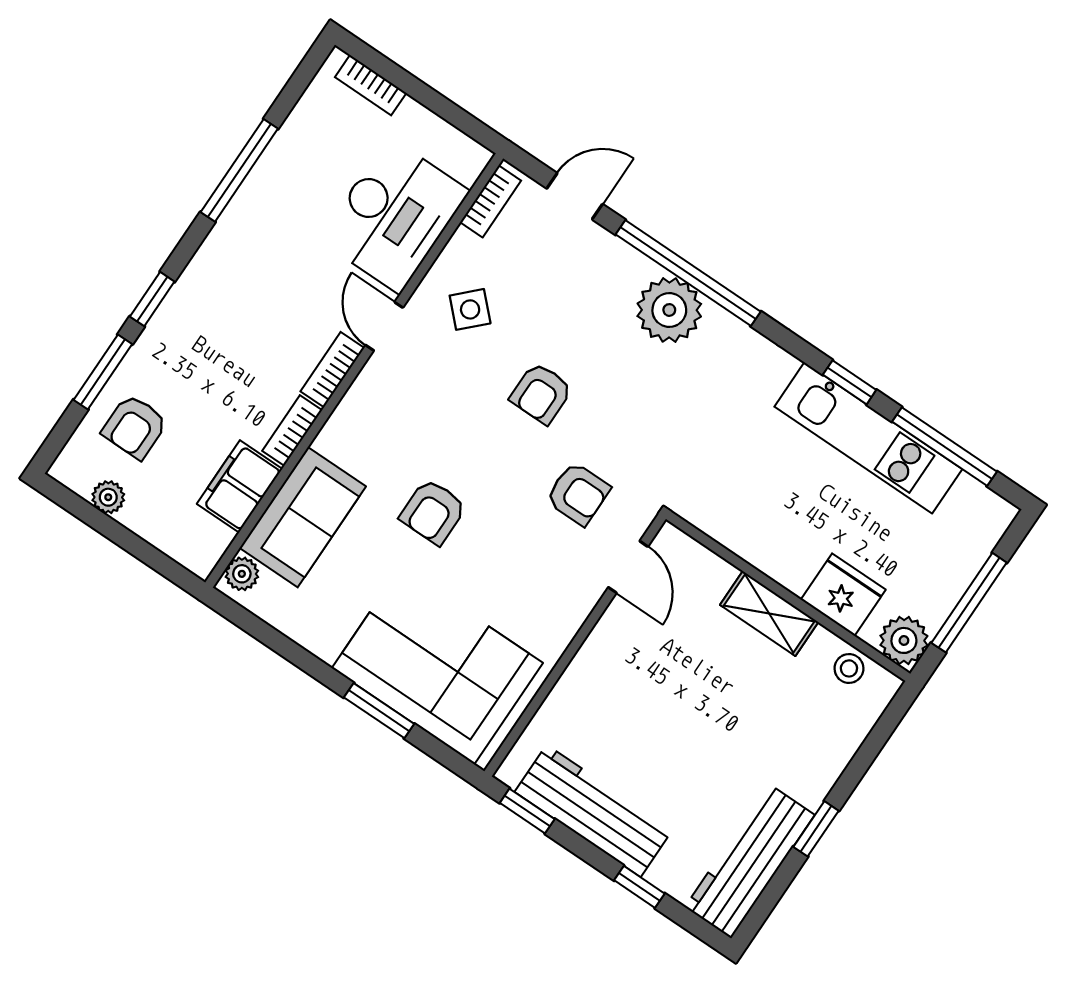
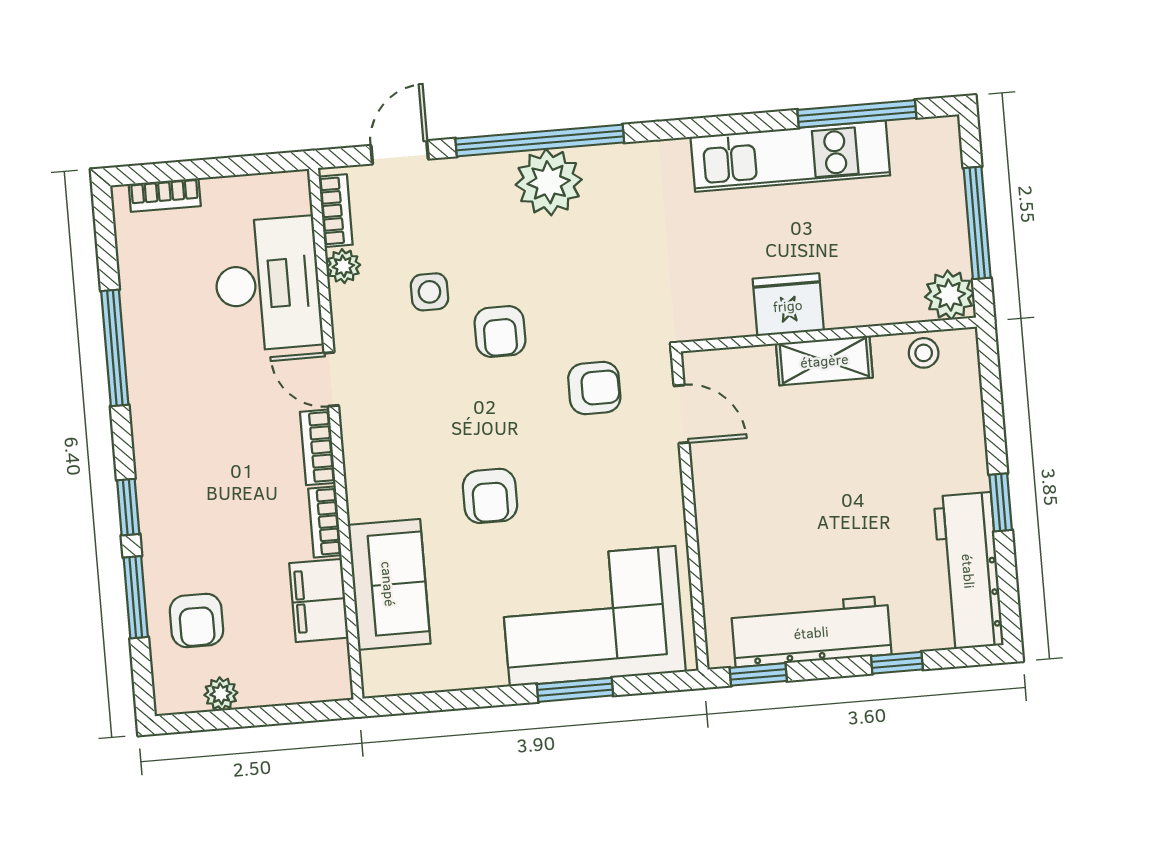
side table: (470, 309) -> (429, 292), moved, turned 45
window: (850, 382) -> (739, 124), removed
plant: (242, 574) -> (343, 266), moved
fridge: (843, 595) -> (788, 305), moved

